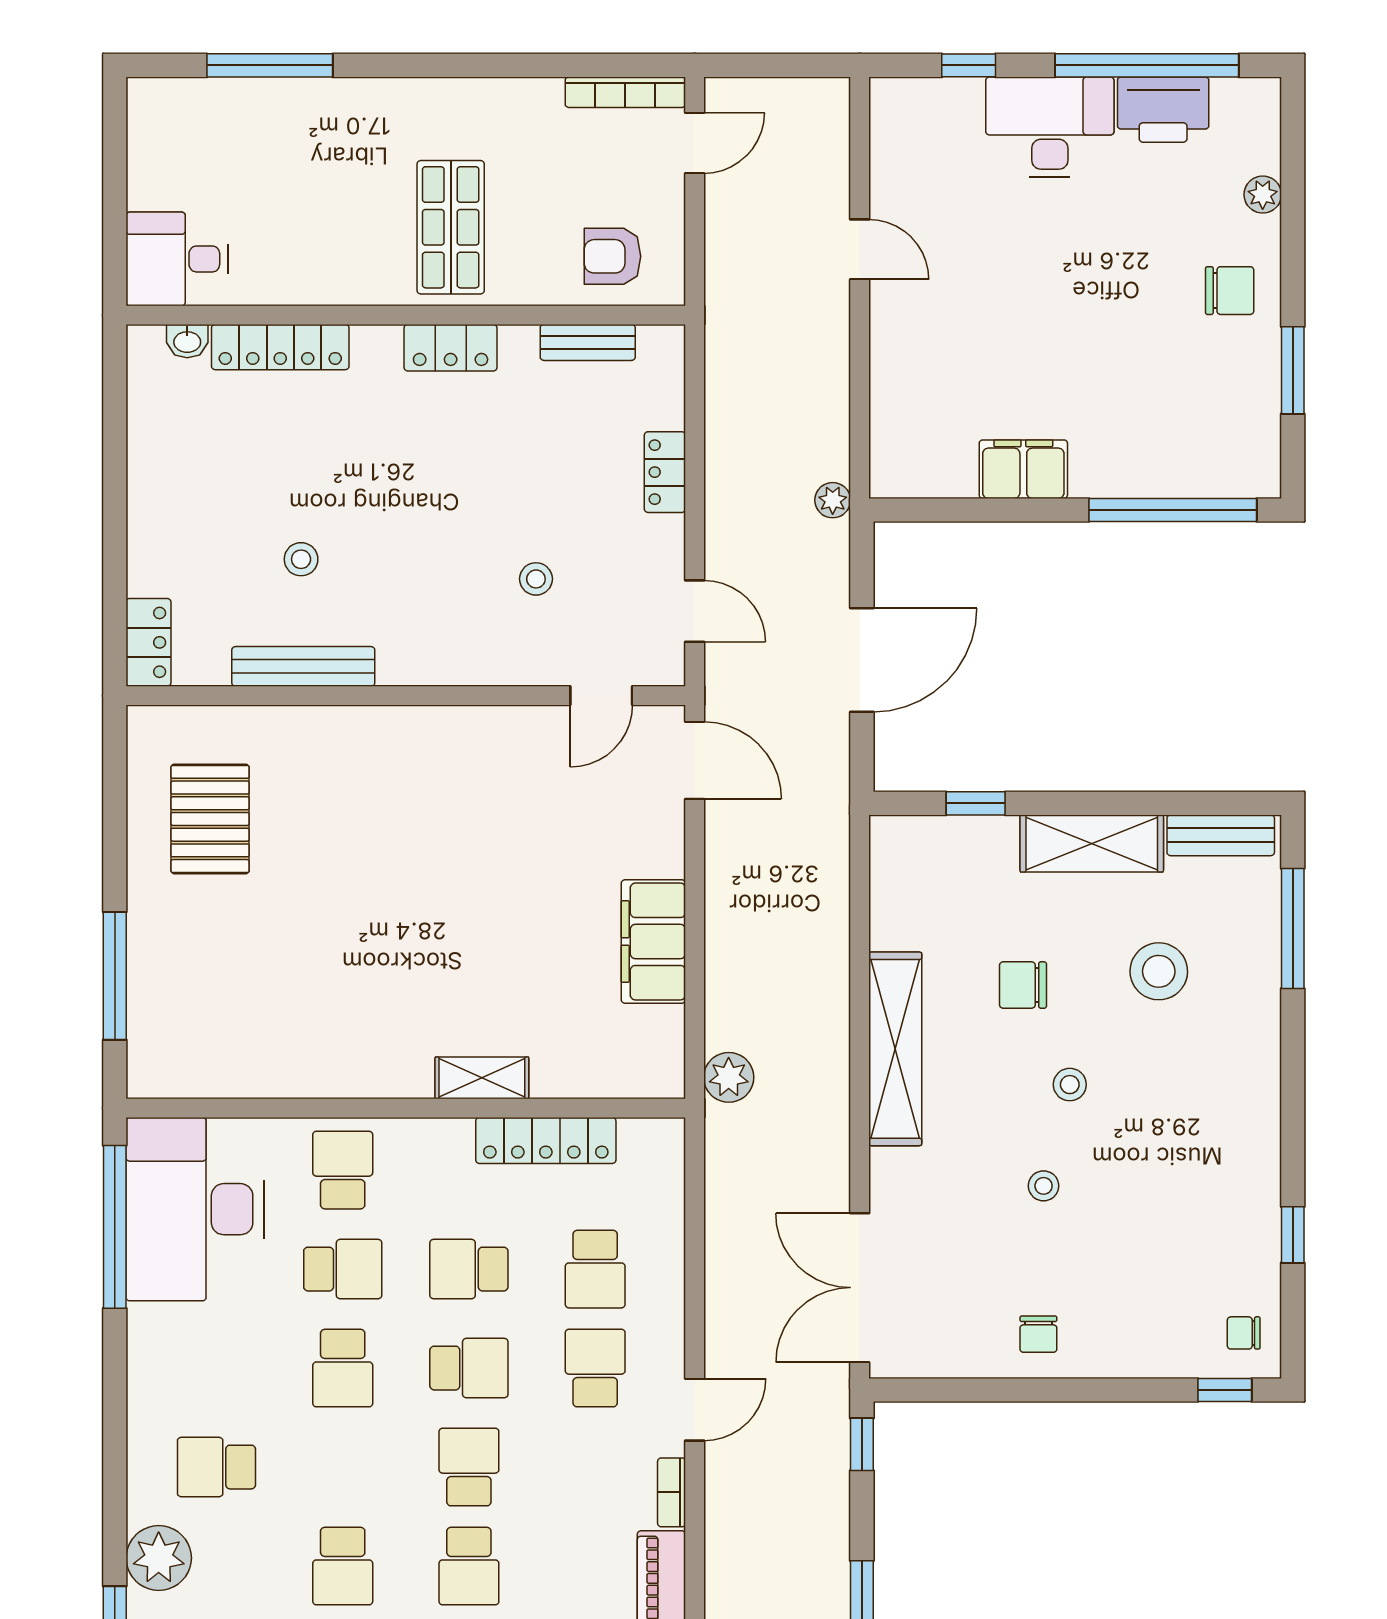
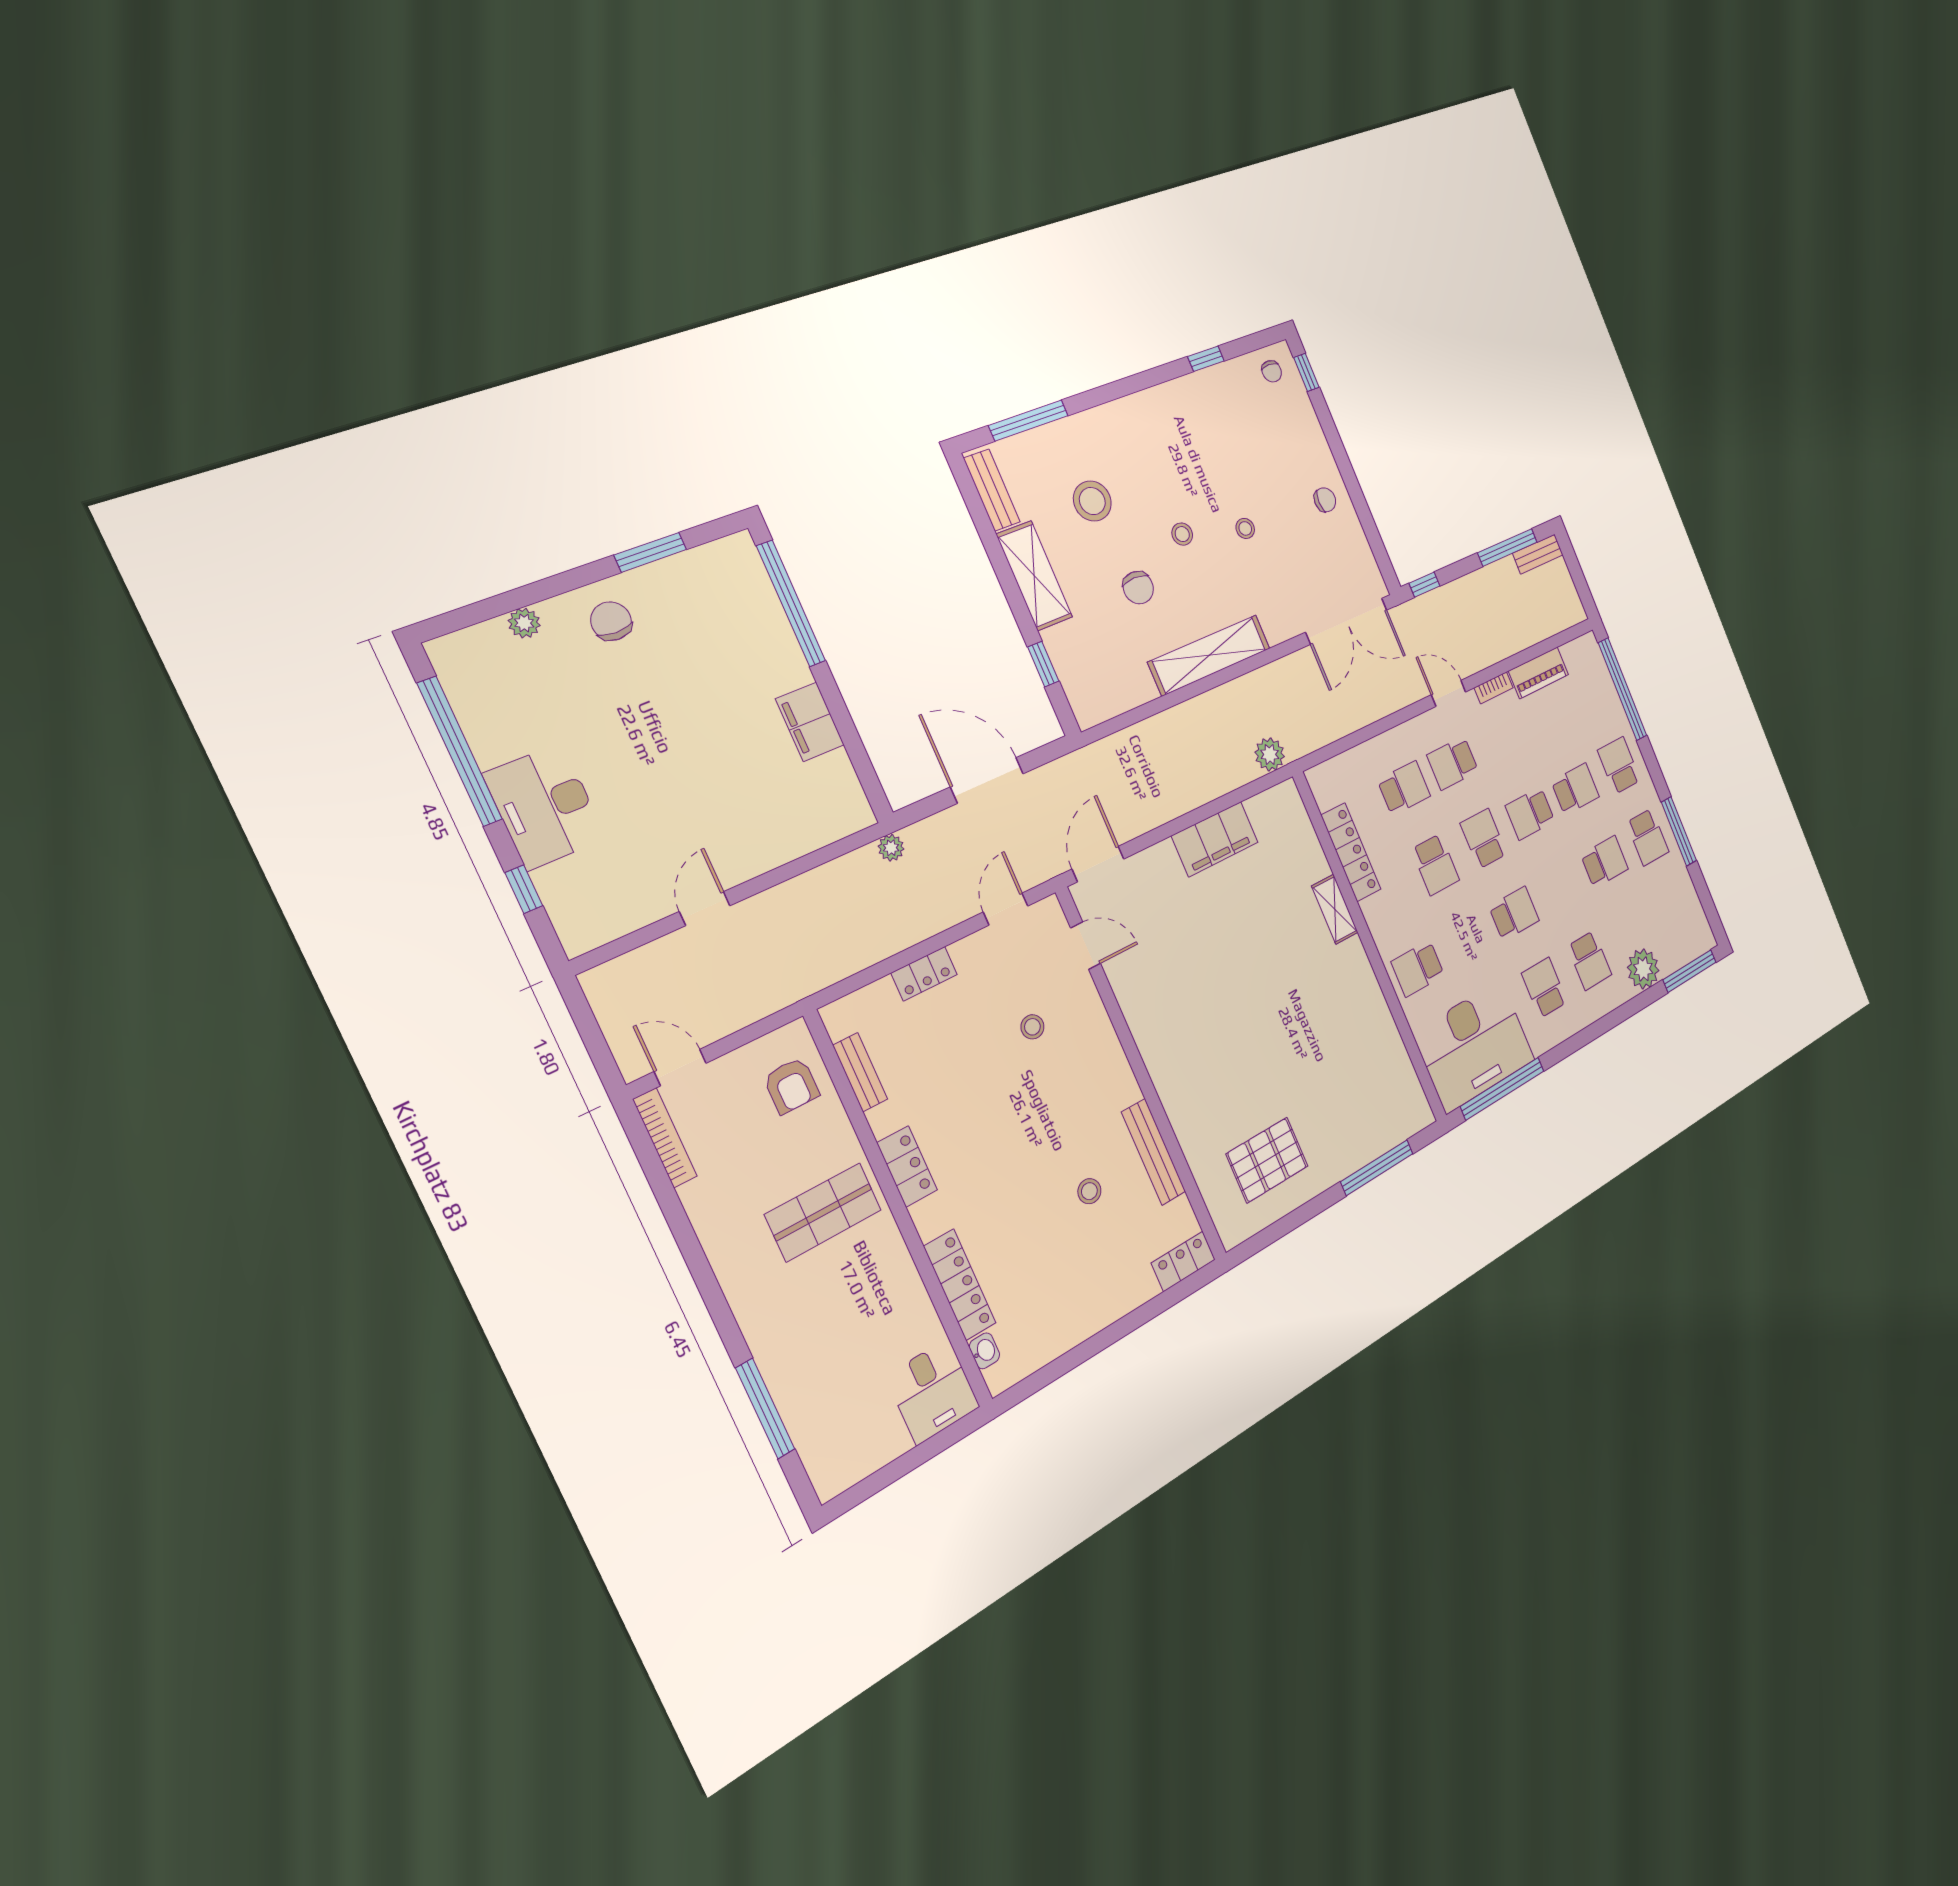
printer: (1163, 110) -> (490, 725), removed
school desk: (343, 1269) -> (1544, 988), moved

